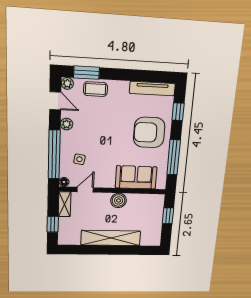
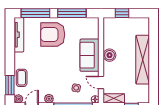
window: (178, 112) -> (35, 13), width x2.17
armchair: (149, 132) -> (53, 34), turned 90
sofa: (136, 177) -> (90, 55), moved

